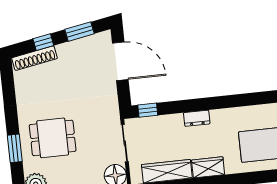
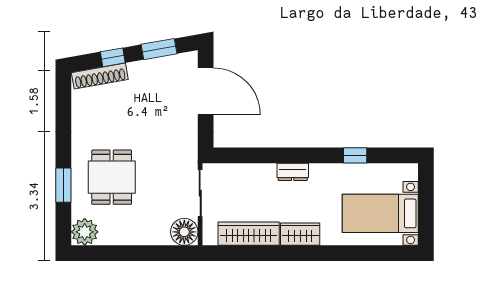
window: (148, 110) -> (355, 155), moved
dining table: (53, 138) -> (112, 177), turned 90

